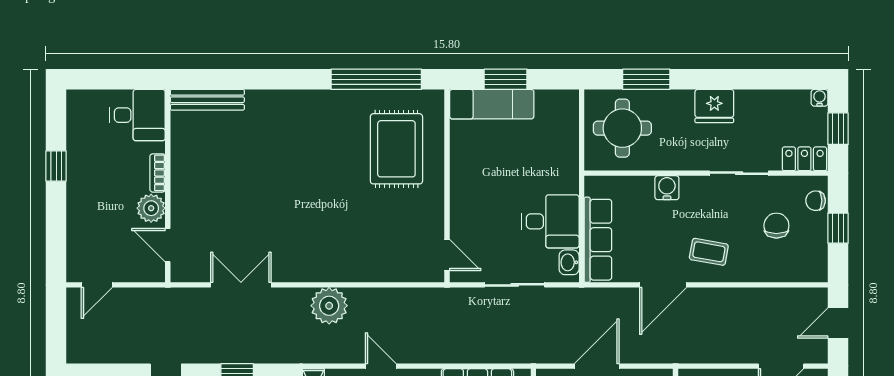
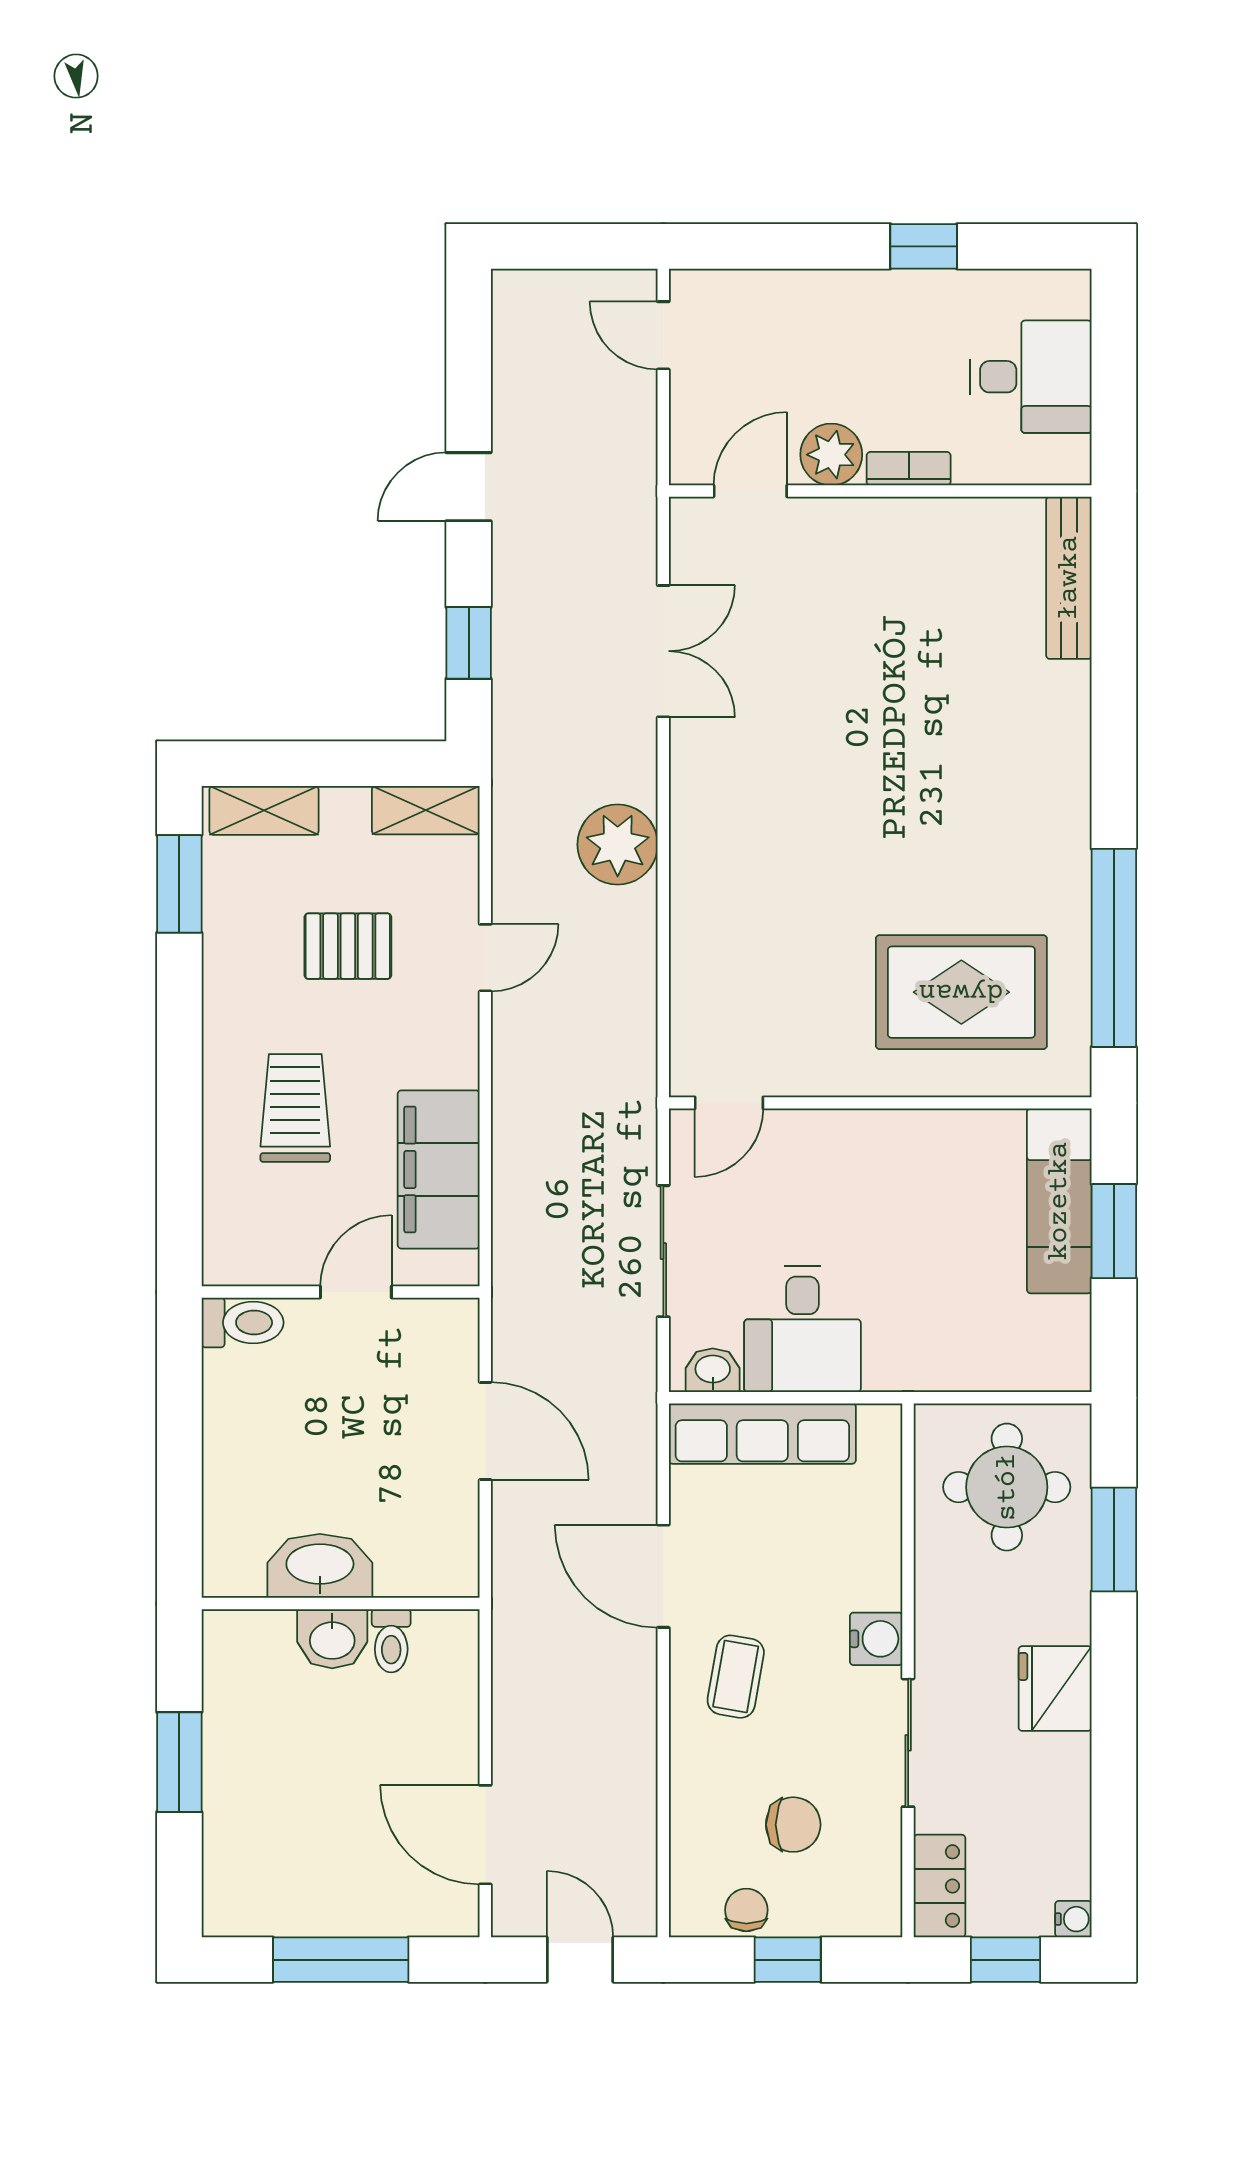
desk: (138, 115) -> (1031, 377), moved, turned -90
water cooler: (667, 188) -> (876, 1639), moved
chair: (816, 201) -> (746, 1910), moved

